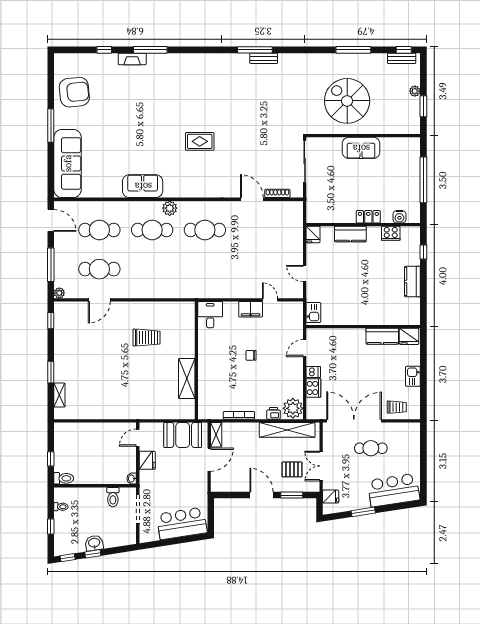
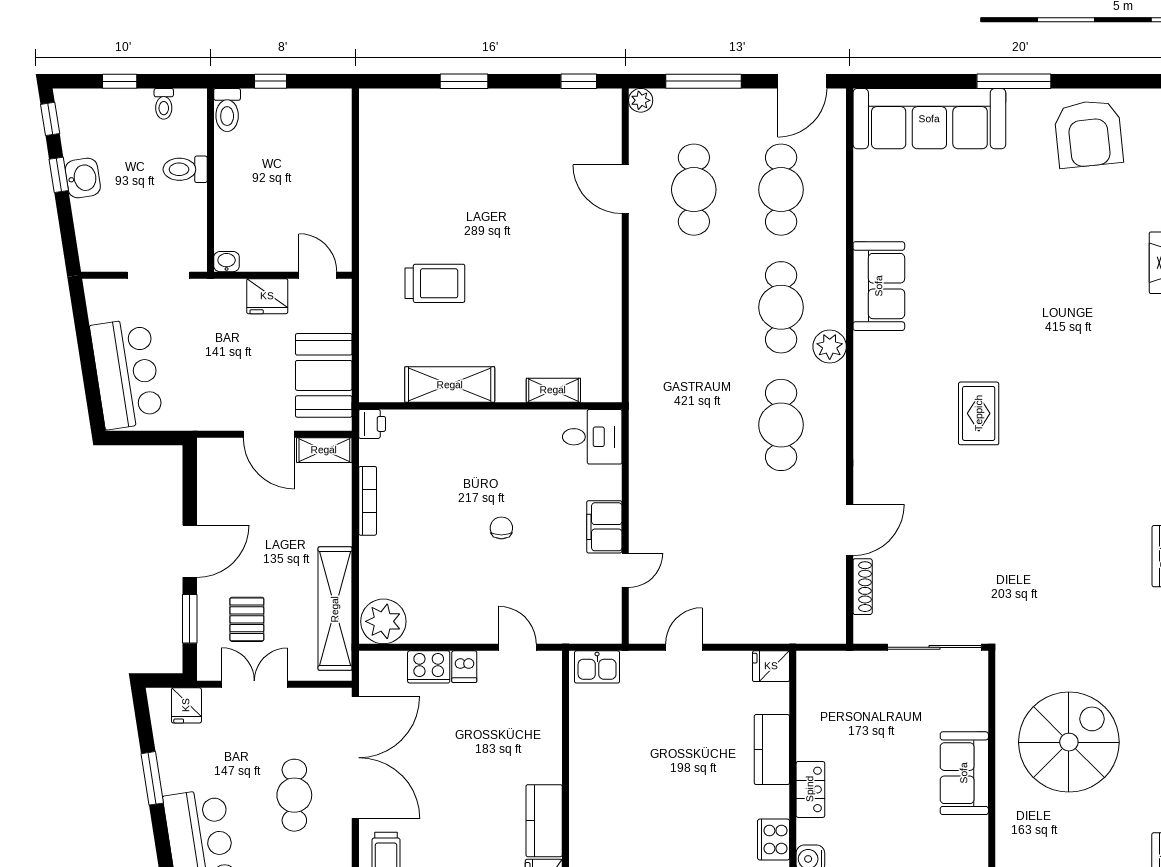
trolley: (147, 338) -> (435, 283), moved, turned -90
shelving: (59, 395) -> (553, 390), moved
printer: (273, 413) -> (372, 424), moved
toilet: (113, 497) -> (185, 169), moved

